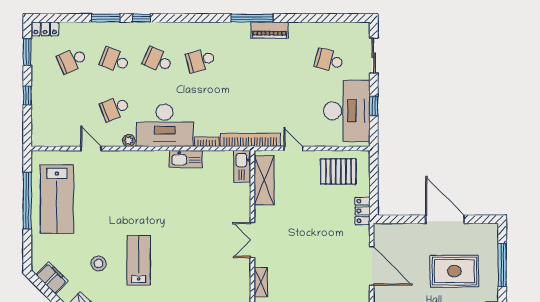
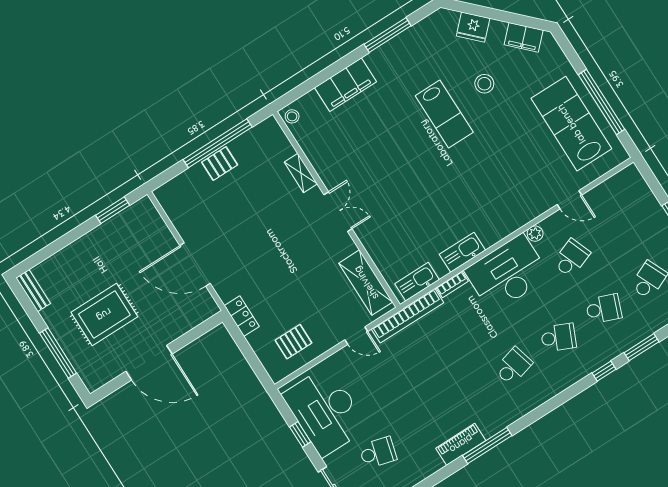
kitchen sink: (242, 166) -> (417, 282), moved, turned -90
pallet: (338, 171) -> (293, 342), width x0.67, depth x0.71

